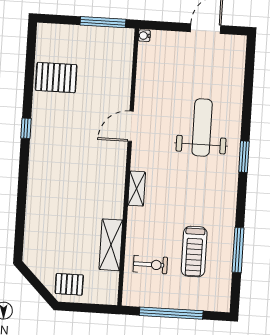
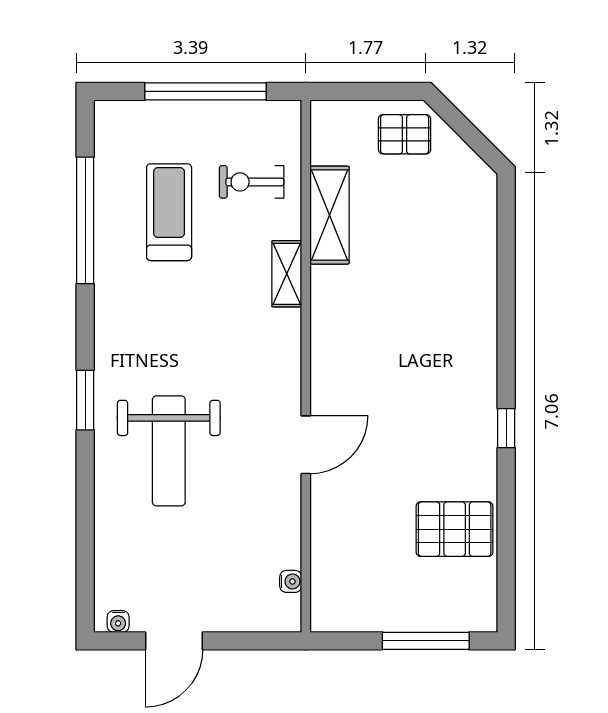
window: (103, 22) -> (426, 641), moved
water cooler: (144, 36) -> (291, 581), moved
water cooler: (234, 40) -> (118, 622), added
shelving: (137, 189) -> (287, 274), moved
window: (238, 250) -> (85, 220), width x1.46

